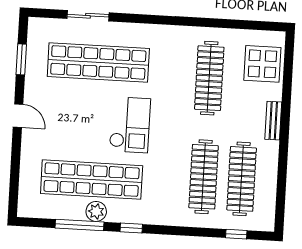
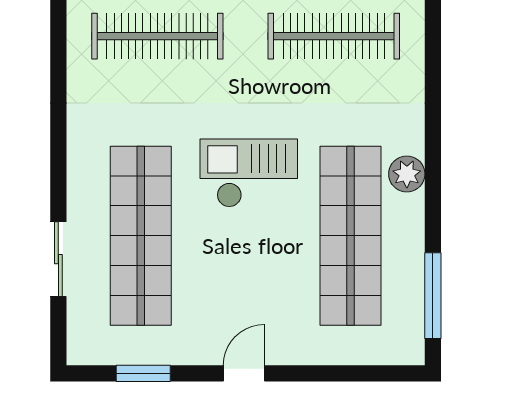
plant: (96, 211) -> (407, 174), moved
window: (79, 225) -> (433, 296), moved
window: (131, 228) -> (433, 160), removed

